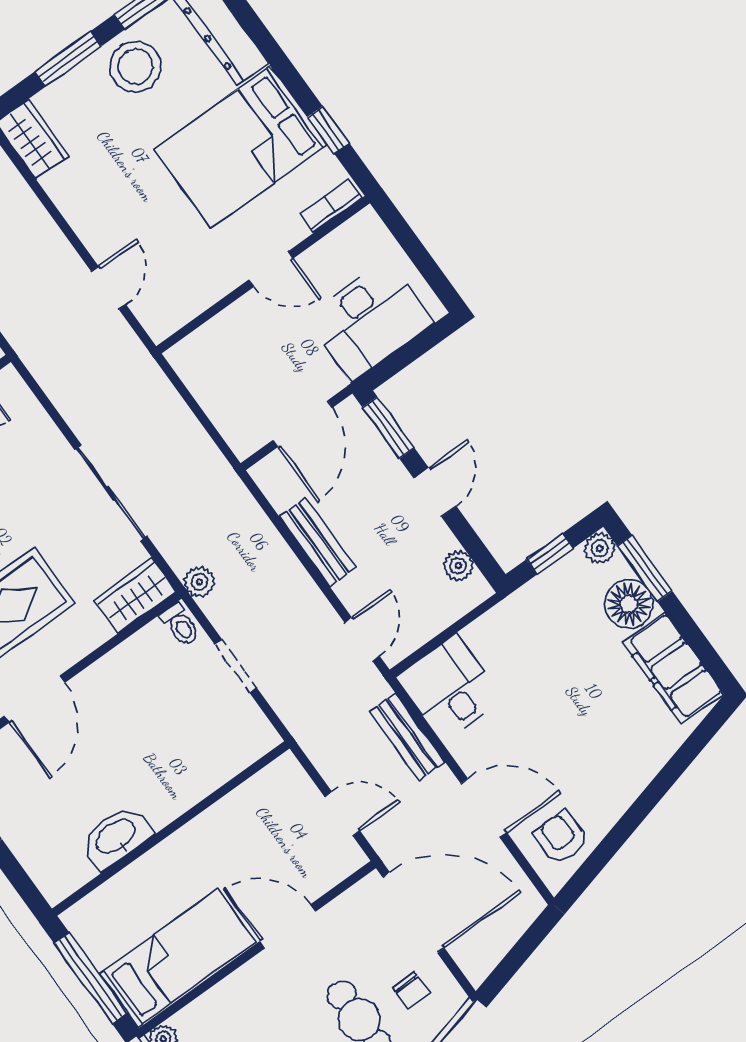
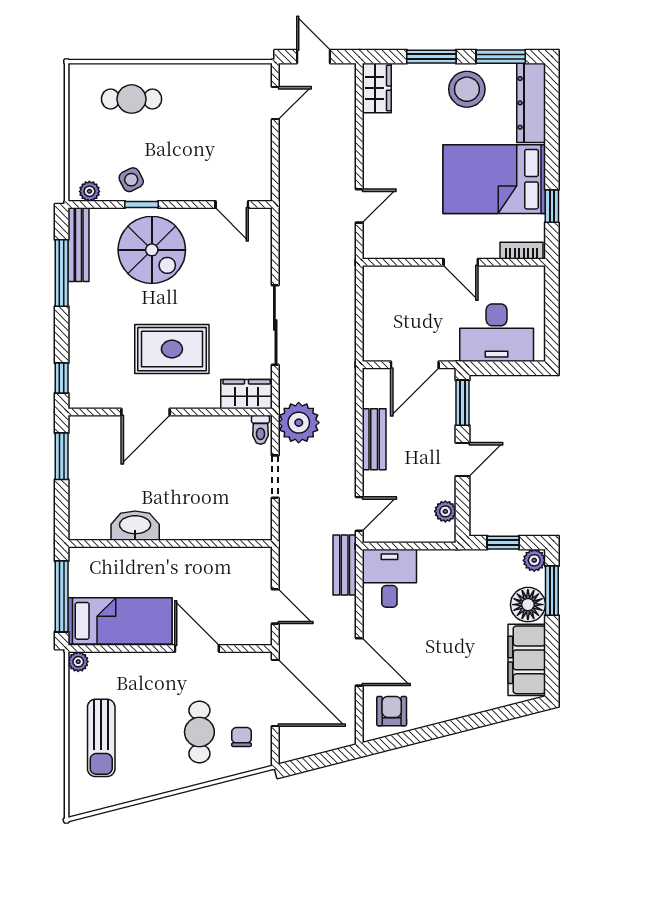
plant: (199, 582) -> (299, 423), width x1.88, depth x1.88
bench: (407, 737) -> (345, 565), moved
chair: (411, 990) -> (242, 737), turned 180

